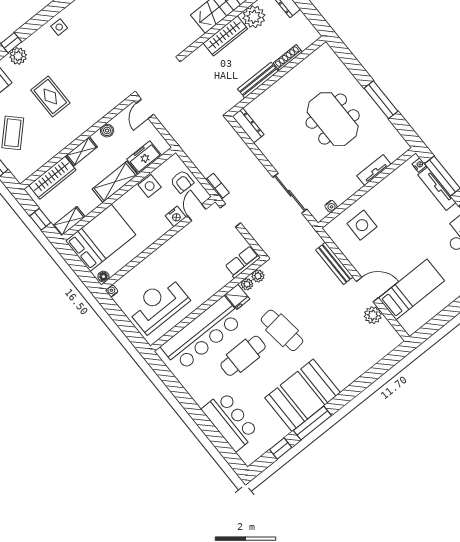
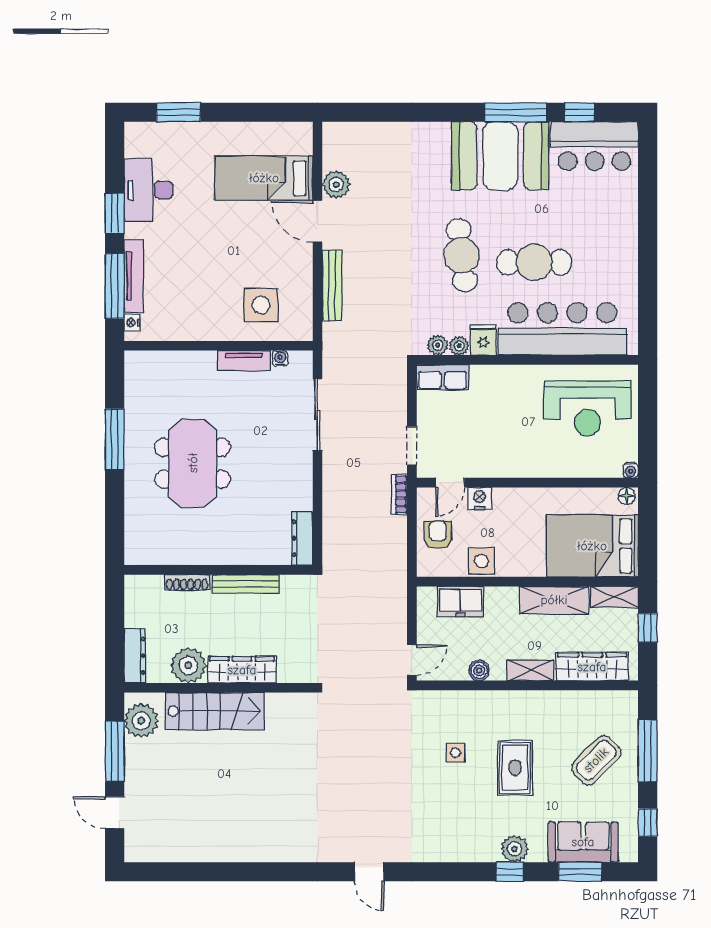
side table: (59, 27) -> (456, 753), moved
tv unit: (374, 170) -> (244, 361), moved
shelving: (115, 182) -> (554, 600), moved
bar counter: (230, 421) -> (594, 146), moved, turned -90

